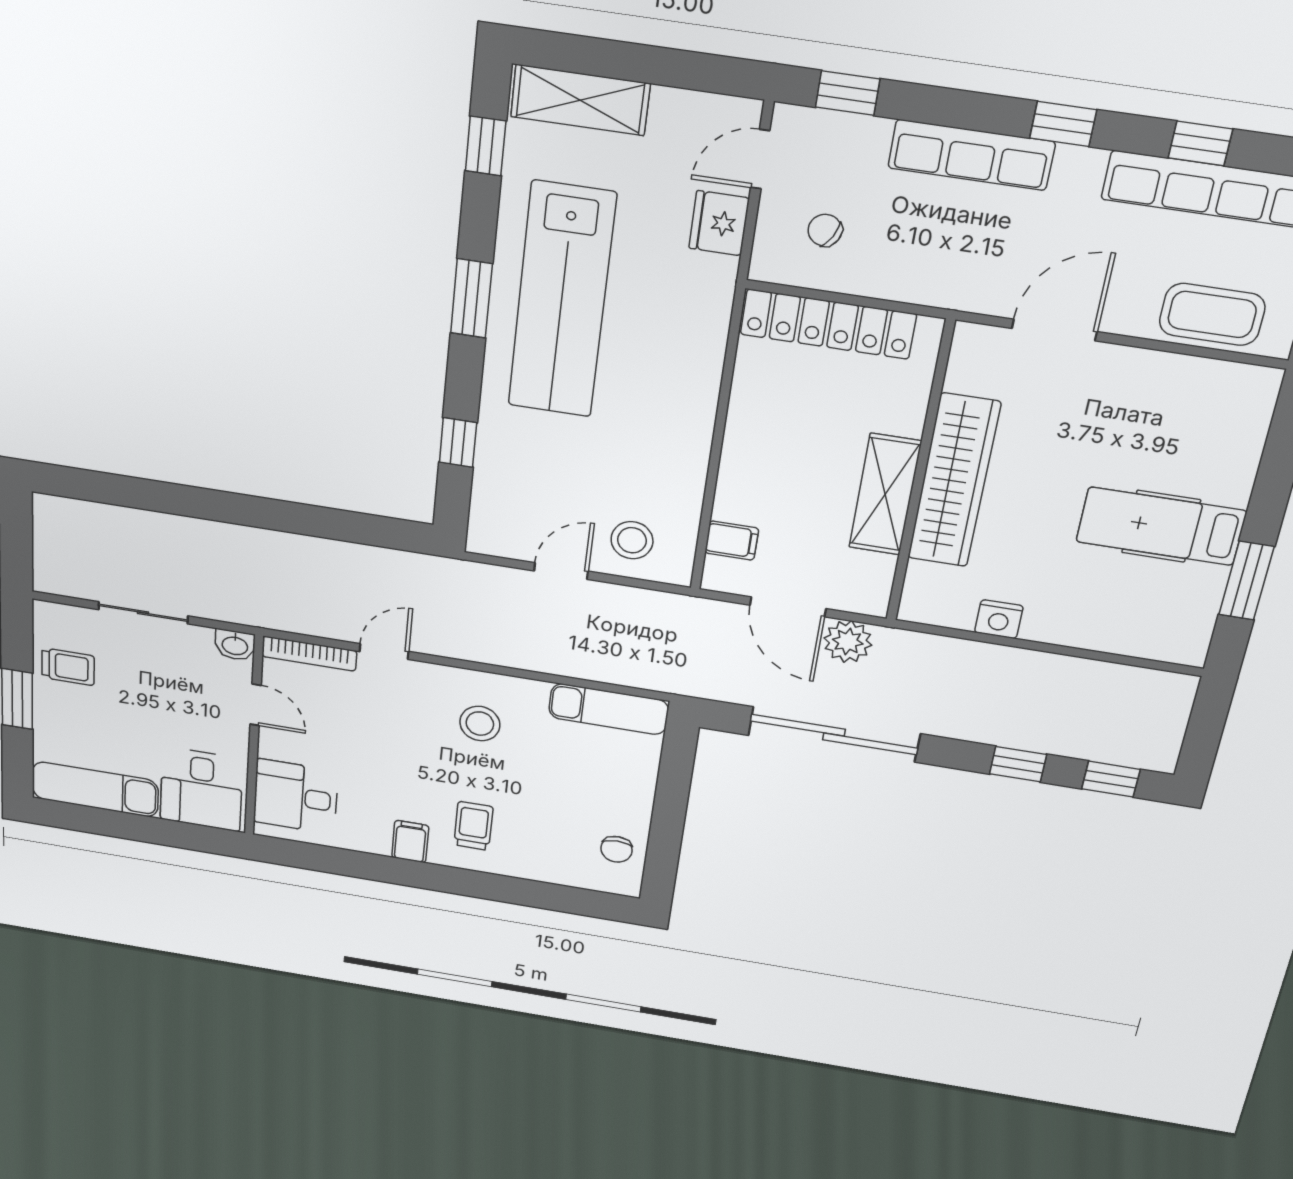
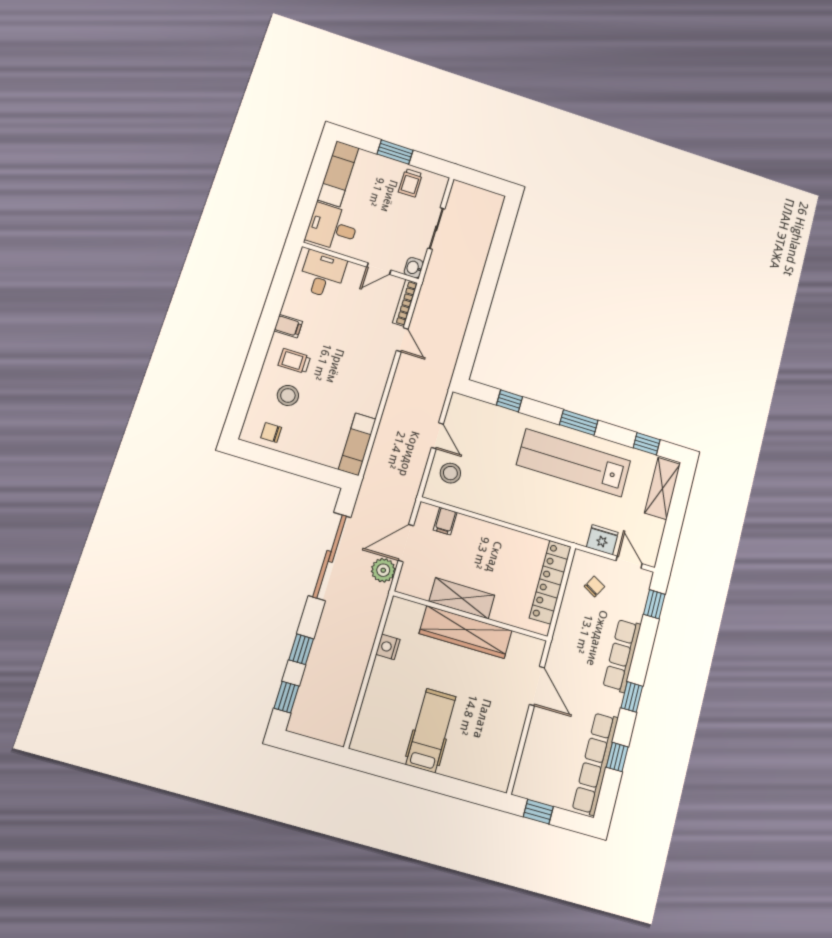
coffee table: (1212, 314) -> (537, 759), removed
window: (1246, 581) -> (396, 771), removed
stool: (480, 724) -> (288, 395), moved
trolley: (473, 826) -> (294, 361), turned 180

